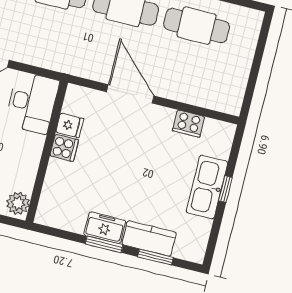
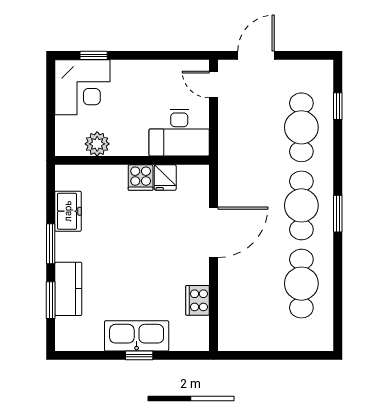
plant: (18, 203) -> (97, 144), moved
freezer: (105, 228) -> (68, 211), moved

